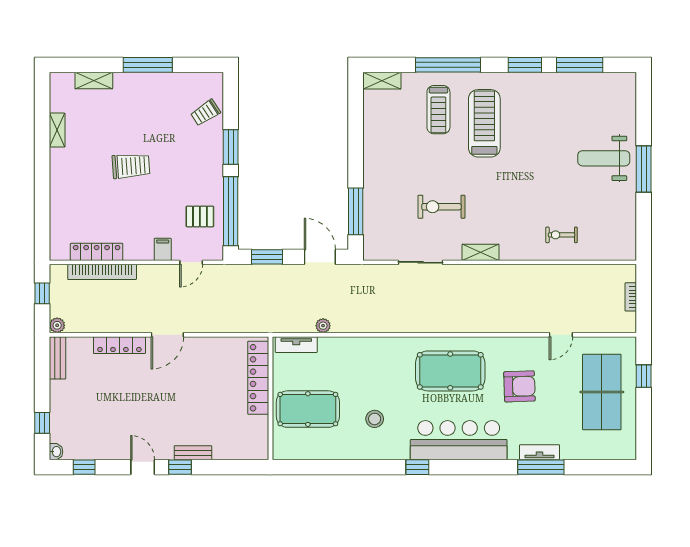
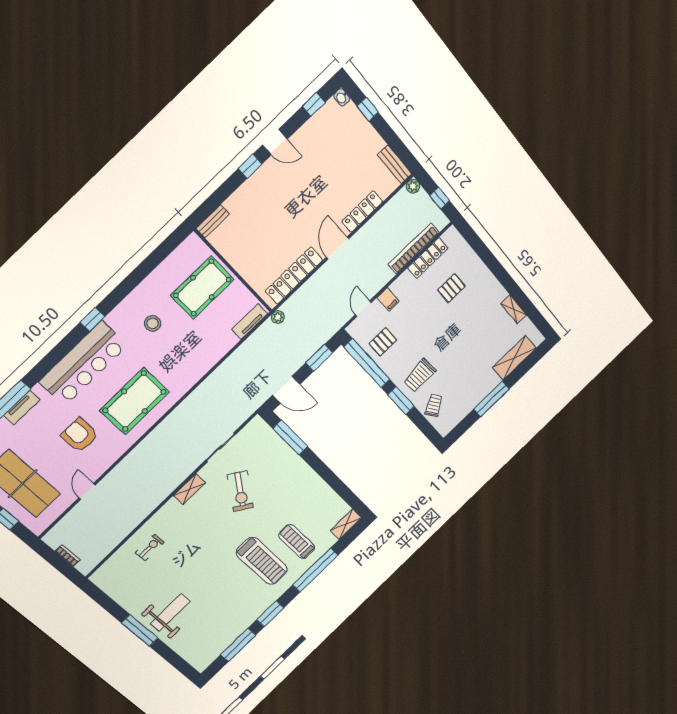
shelving: (94, 81) -> (514, 358), width x1.50, depth x1.33
trolley: (131, 166) -> (420, 375), moved
pallet: (98, 205) -> (451, 288), added
exercise bike: (441, 207) -> (240, 491), turned 124
plant: (323, 326) -> (278, 317), moved
locker: (258, 378) -> (294, 276), moved, turned -90
armchair: (519, 386) -> (80, 435), turned 92
bench: (193, 453) -> (213, 221), moved

